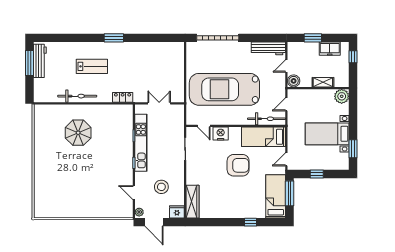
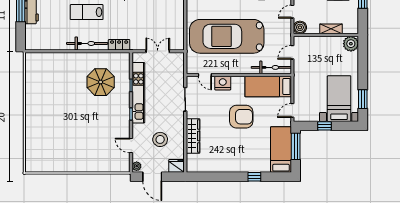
lab bench: (92, 66) -> (87, 12), turned 180
bicycle: (77, 96) -> (87, 43), moved
parasol: (78, 133) -> (101, 82), moved
bed with nightstands: (327, 134) -> (339, 99), moved, turned 90
wardrobe: (192, 202) -> (193, 136), moved

